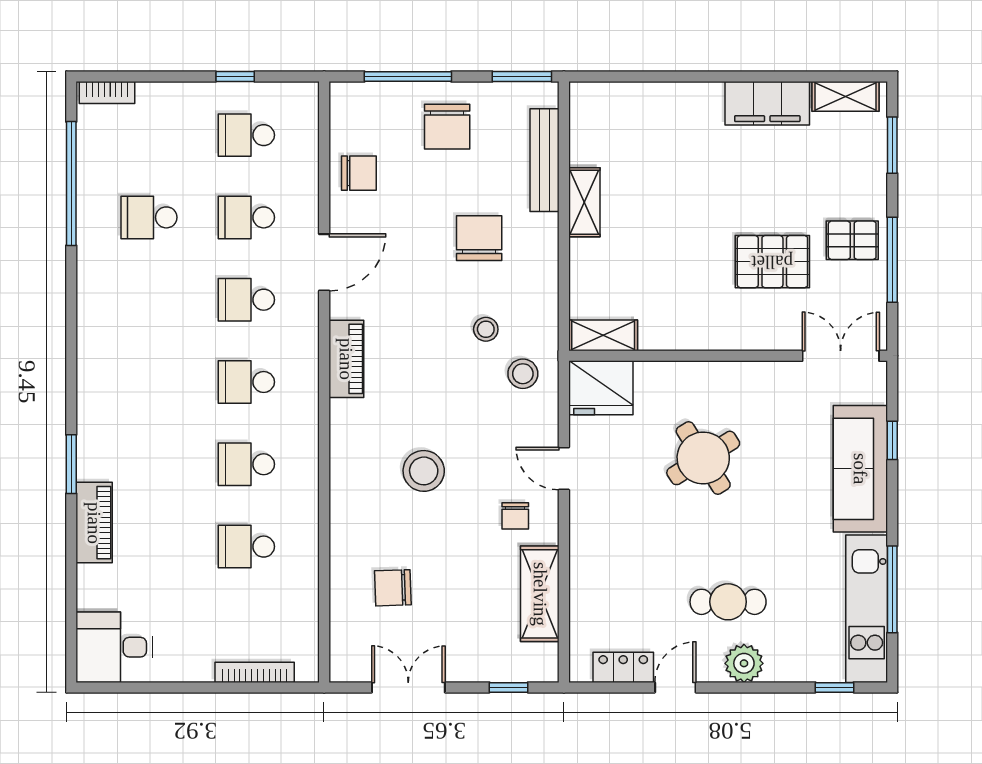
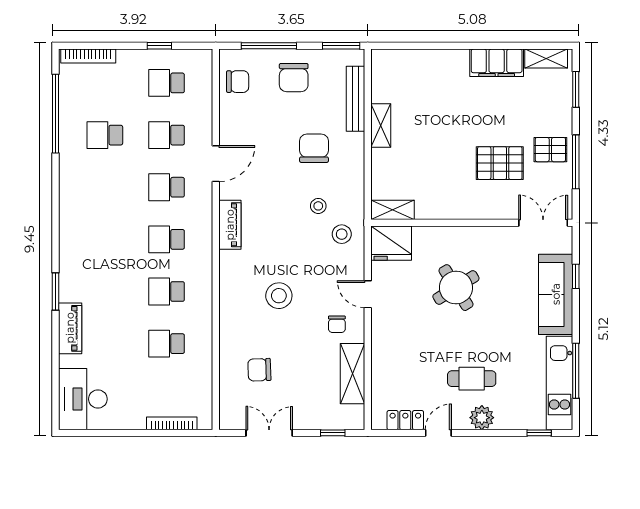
bookcase: (107, 93) -> (88, 56), width x1.56
chair: (359, 173) -> (238, 82), moved
desk: (114, 647) -> (83, 399), width x1.37

